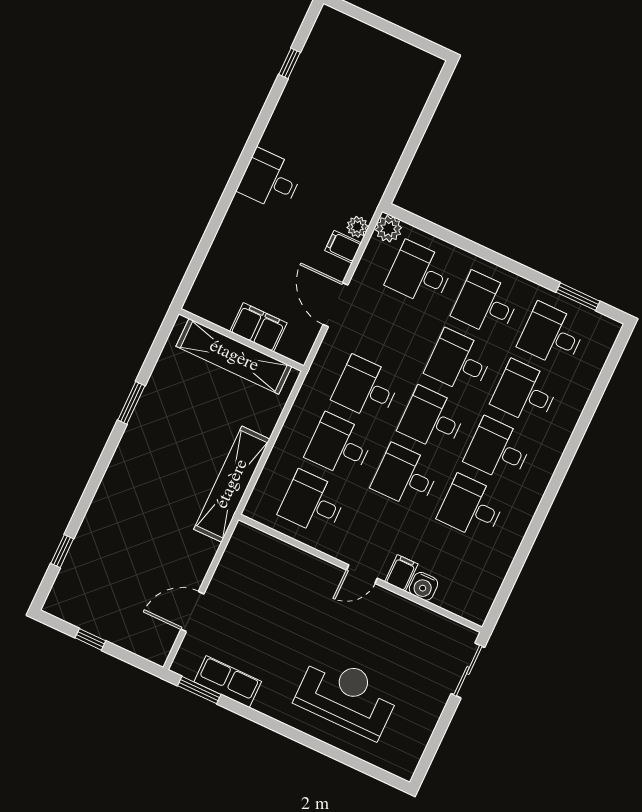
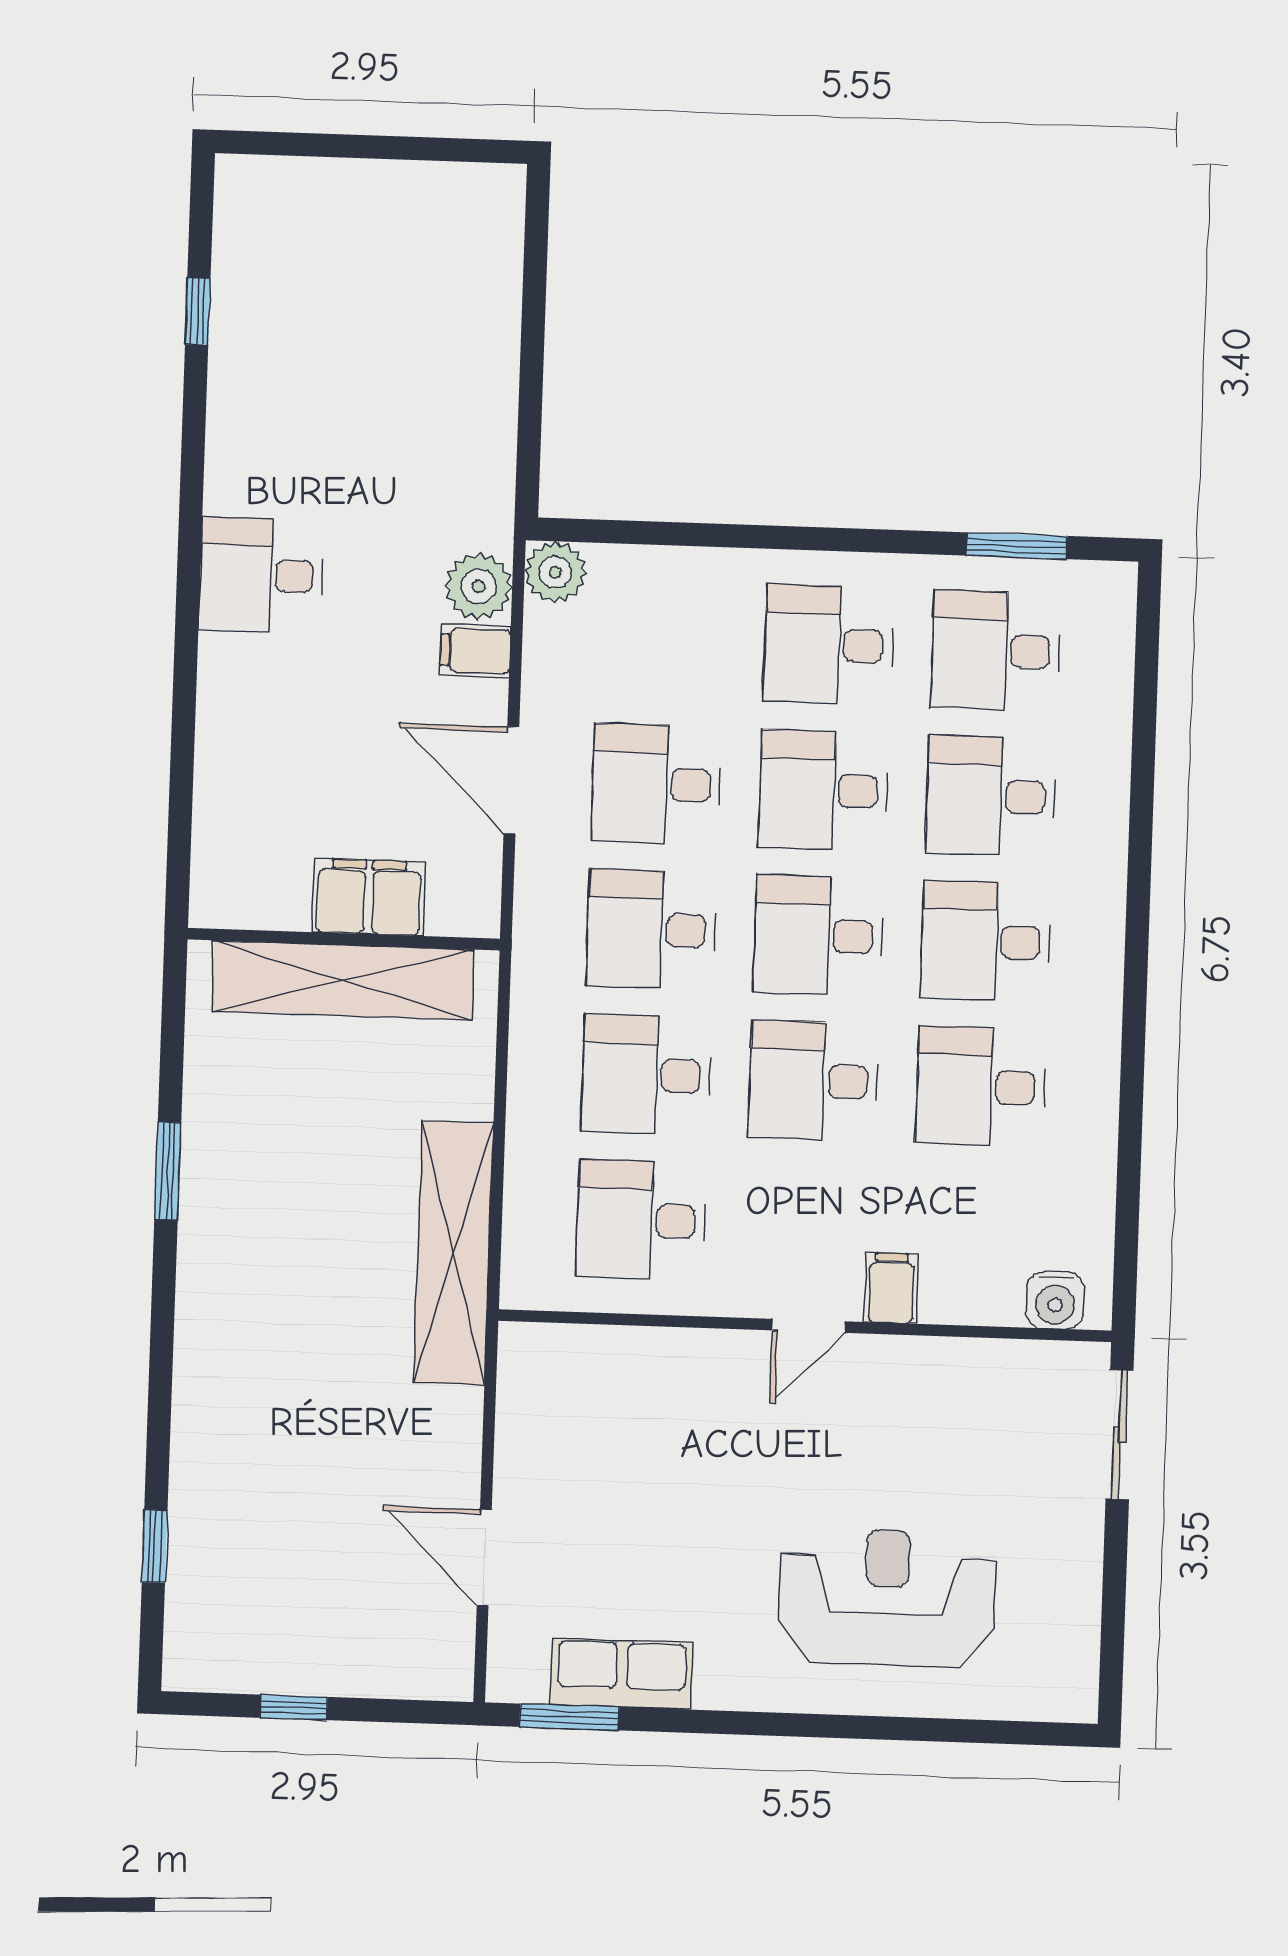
plant: (357, 227) -> (479, 586), width x1.38, depth x1.38
desk: (420, 274) -> (656, 784), moved
water cooler: (423, 586) -> (1055, 1300), moved
door: (192, 612) -> (484, 1557), hinge flipped

